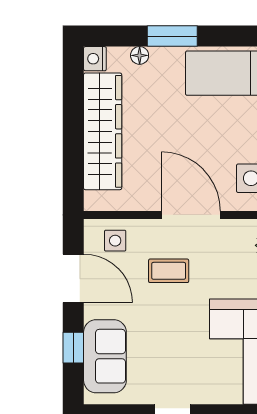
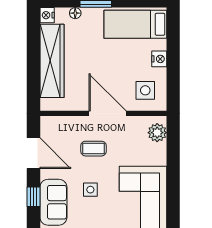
side table: (115, 241) -> (90, 190), moved

